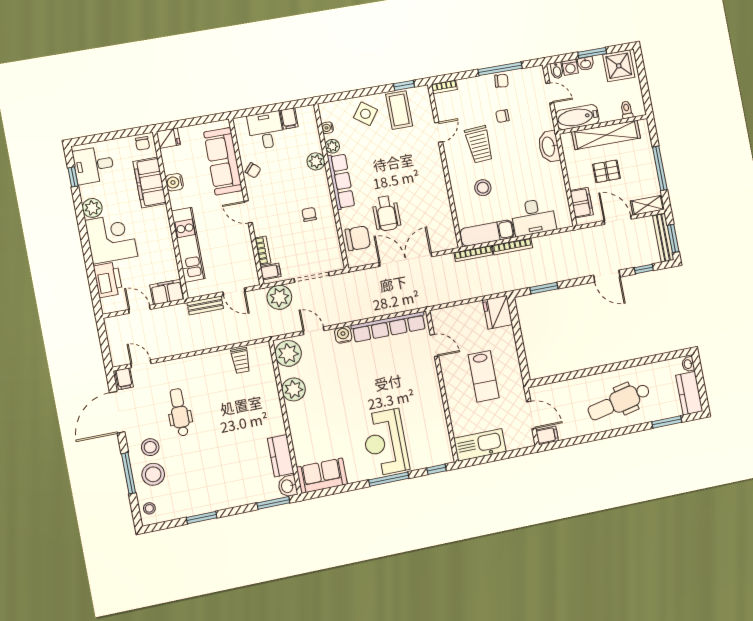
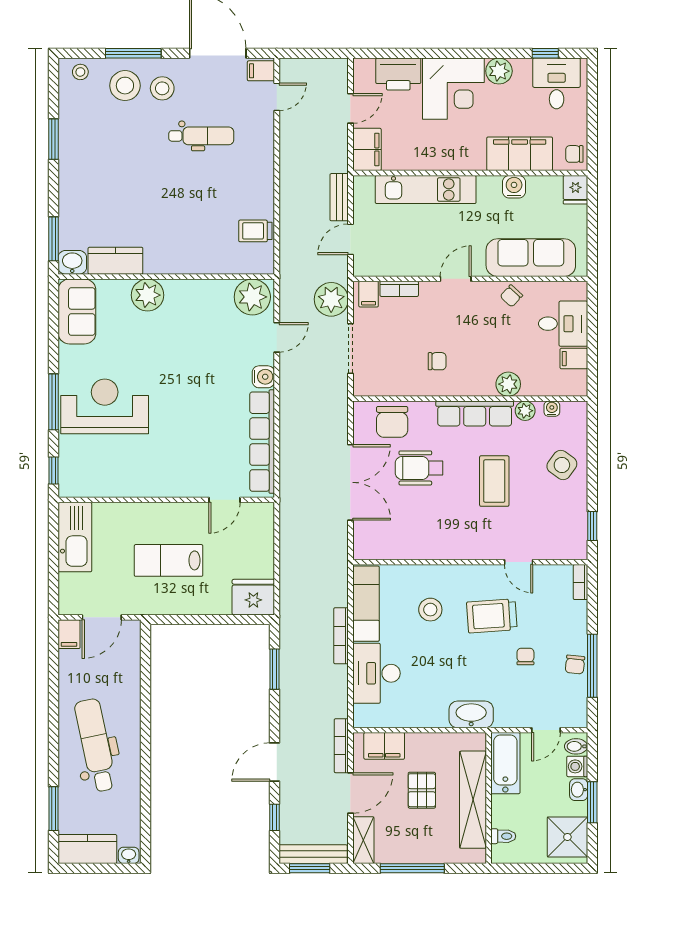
coffee table: (399, 110) -> (494, 481), moved, turned 90
bookcase: (473, 254) -> (341, 746), moved
plant: (294, 389) -> (148, 295), moved

